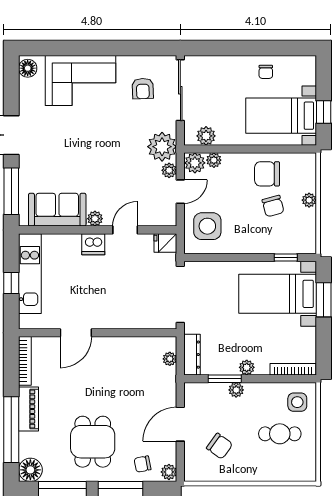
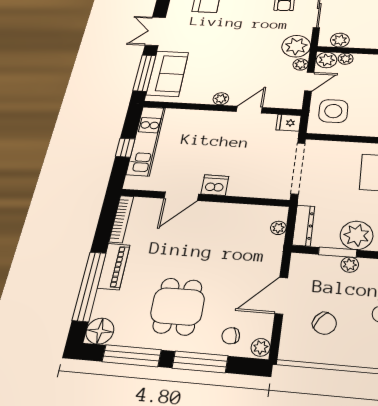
sofa: (57, 210) -> (168, 73), moved, turned 90
dishwasher: (93, 244) -> (215, 185), moved, turned 180
plant: (247, 367) -> (357, 235), width x1.87, depth x1.87

